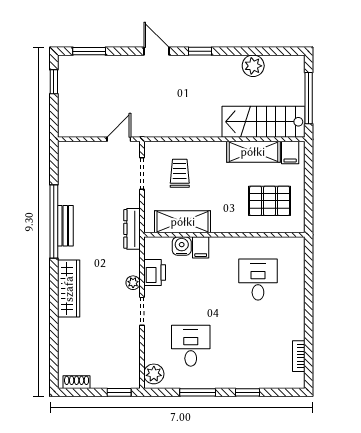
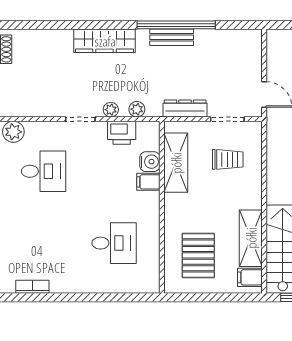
dresser: (132, 229) -> (185, 108), moved
plant: (133, 258) -> (137, 109), added

